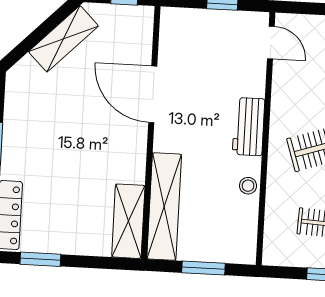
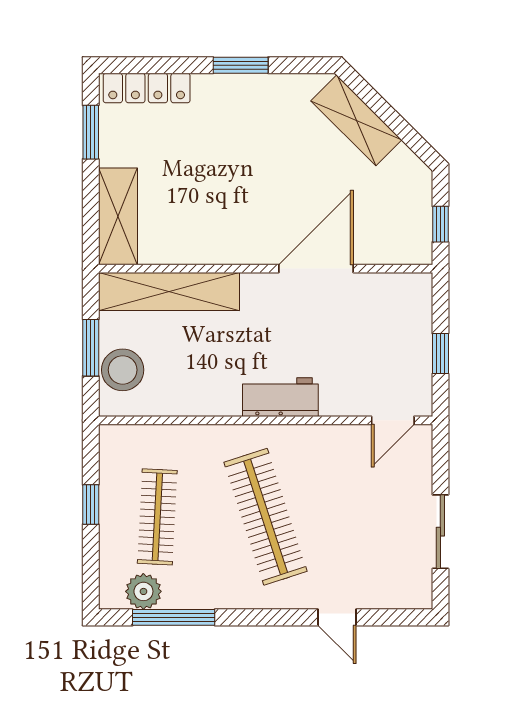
shelving: (63, 39) -> (356, 120), moved
stool: (248, 186) -> (123, 370), moved, width x1.89, depth x1.89
shelving: (128, 221) -> (118, 216), moved, turned 90

